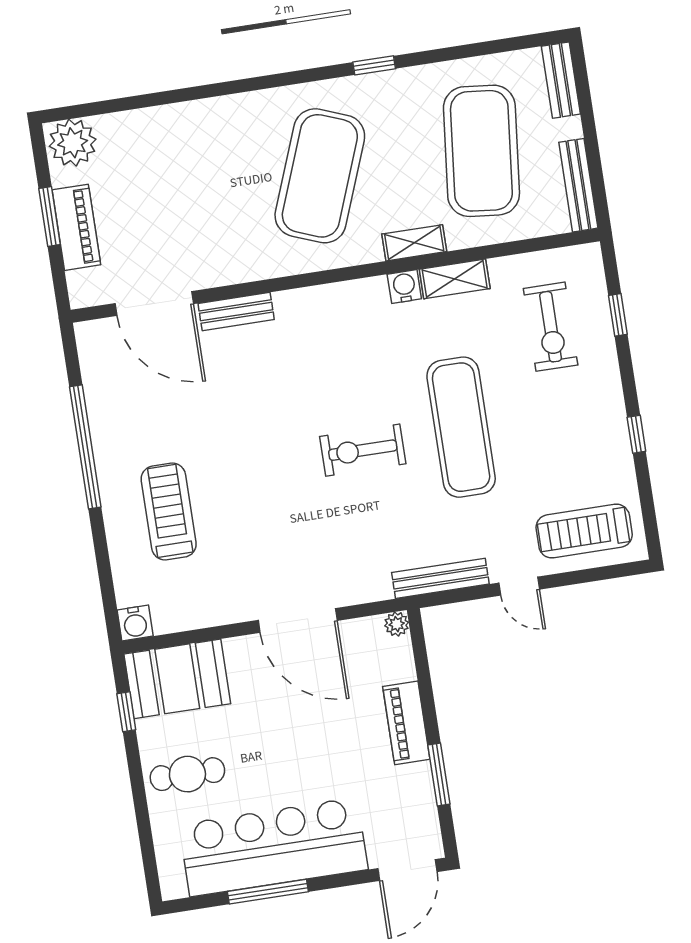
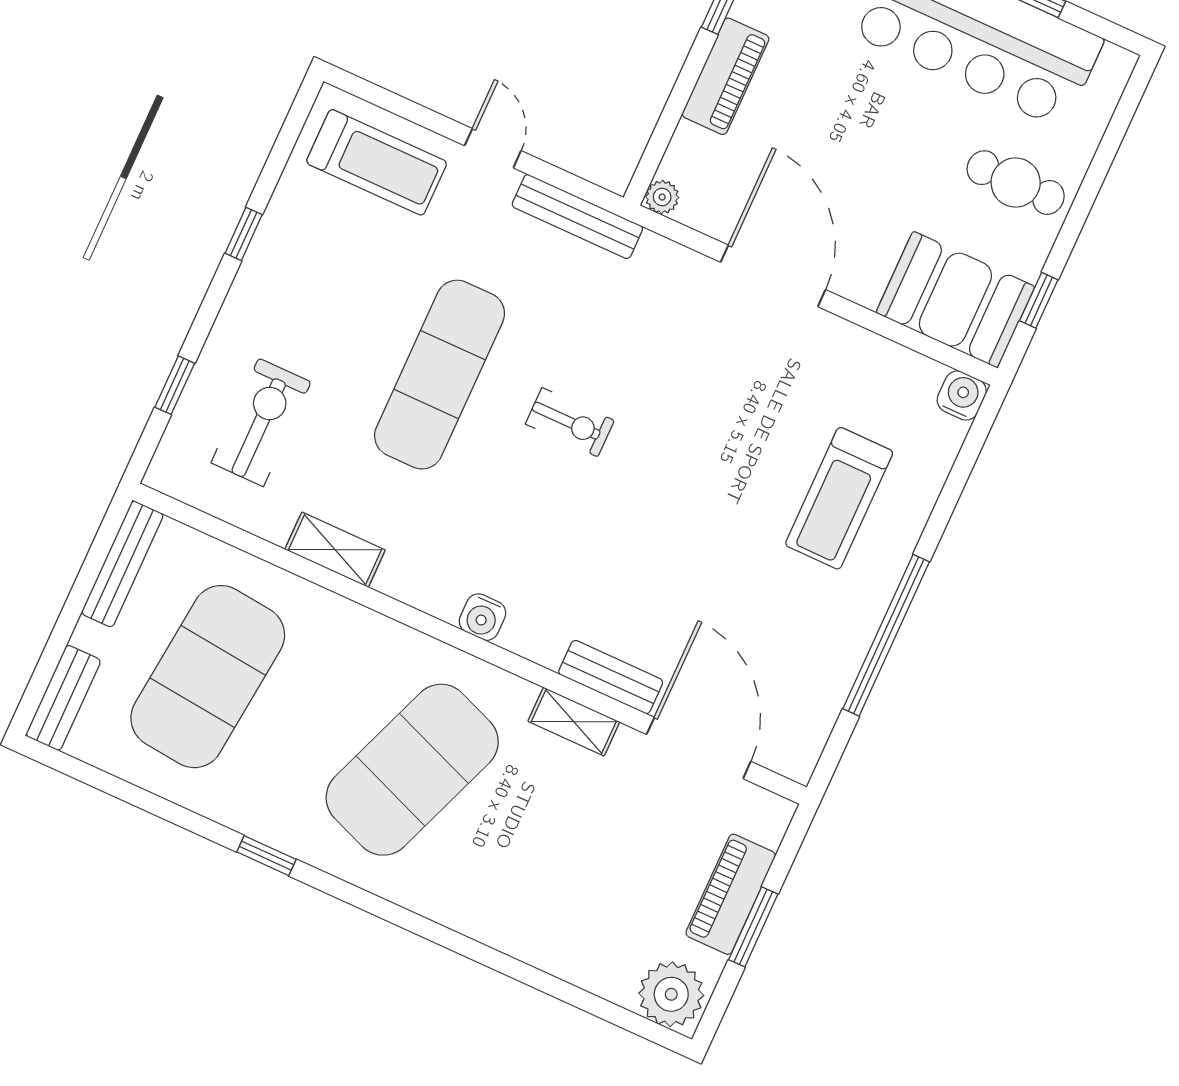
shelving: (414, 243) -> (574, 722), moved
water cooler: (404, 287) -> (482, 617), moved
exercise bike: (363, 450) -> (570, 422), width x0.73, depth x0.72

